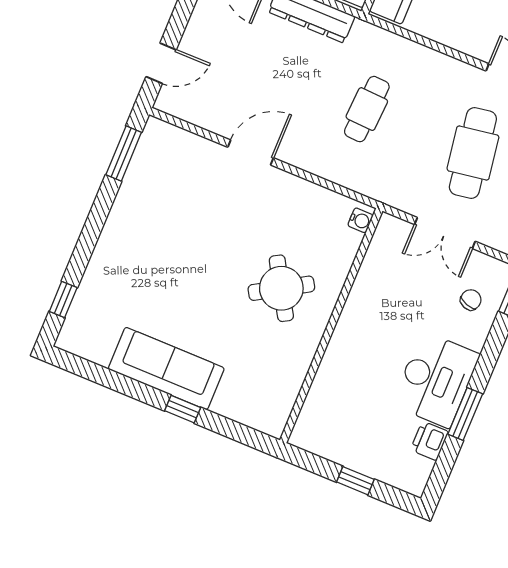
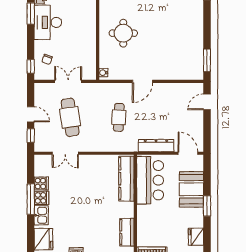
door: (251, 153) -> (142, 81), moved
round table: (281, 288) -> (123, 33), turned 31

